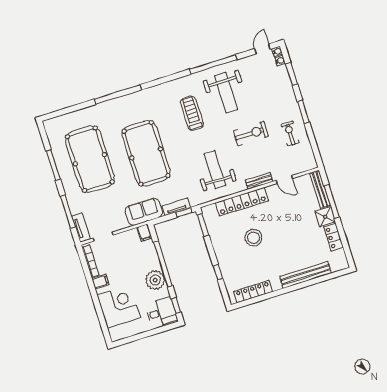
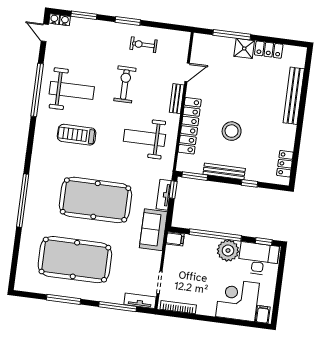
bench: (320, 189) -> (224, 171), moved
filing cabinet: (100, 282) -> (263, 314), moved
locker: (253, 292) -> (285, 164), width x0.66
desk: (161, 312) -> (258, 259), width x1.37

